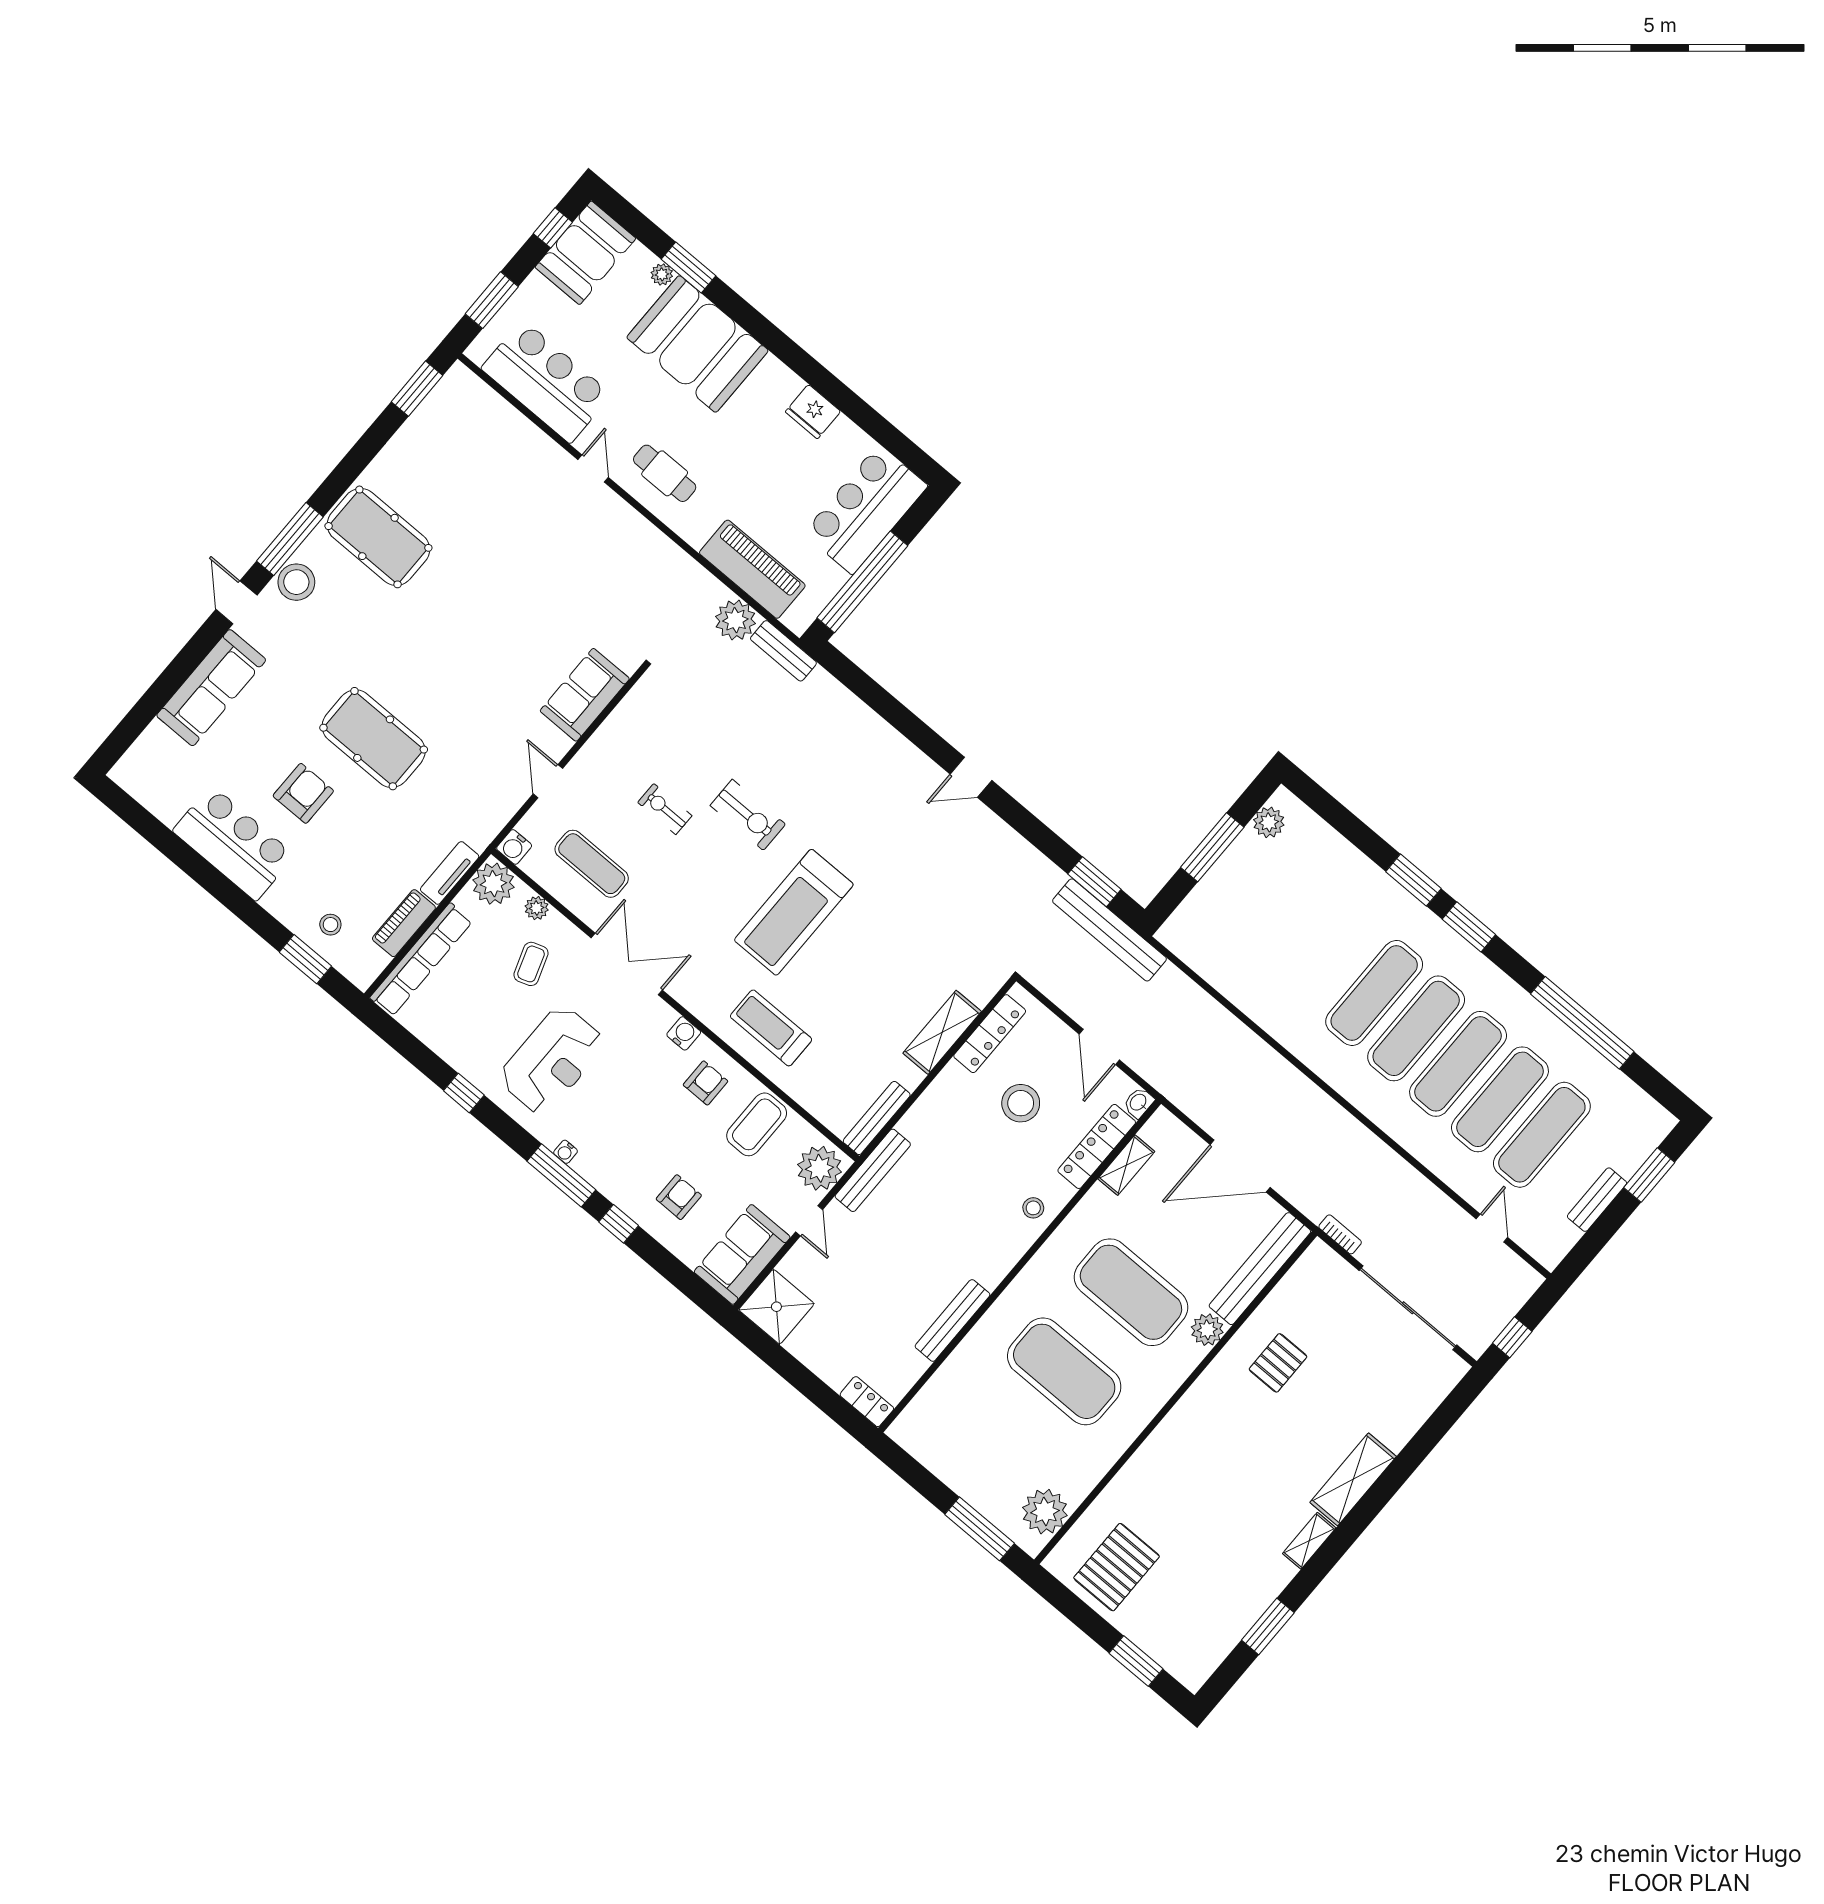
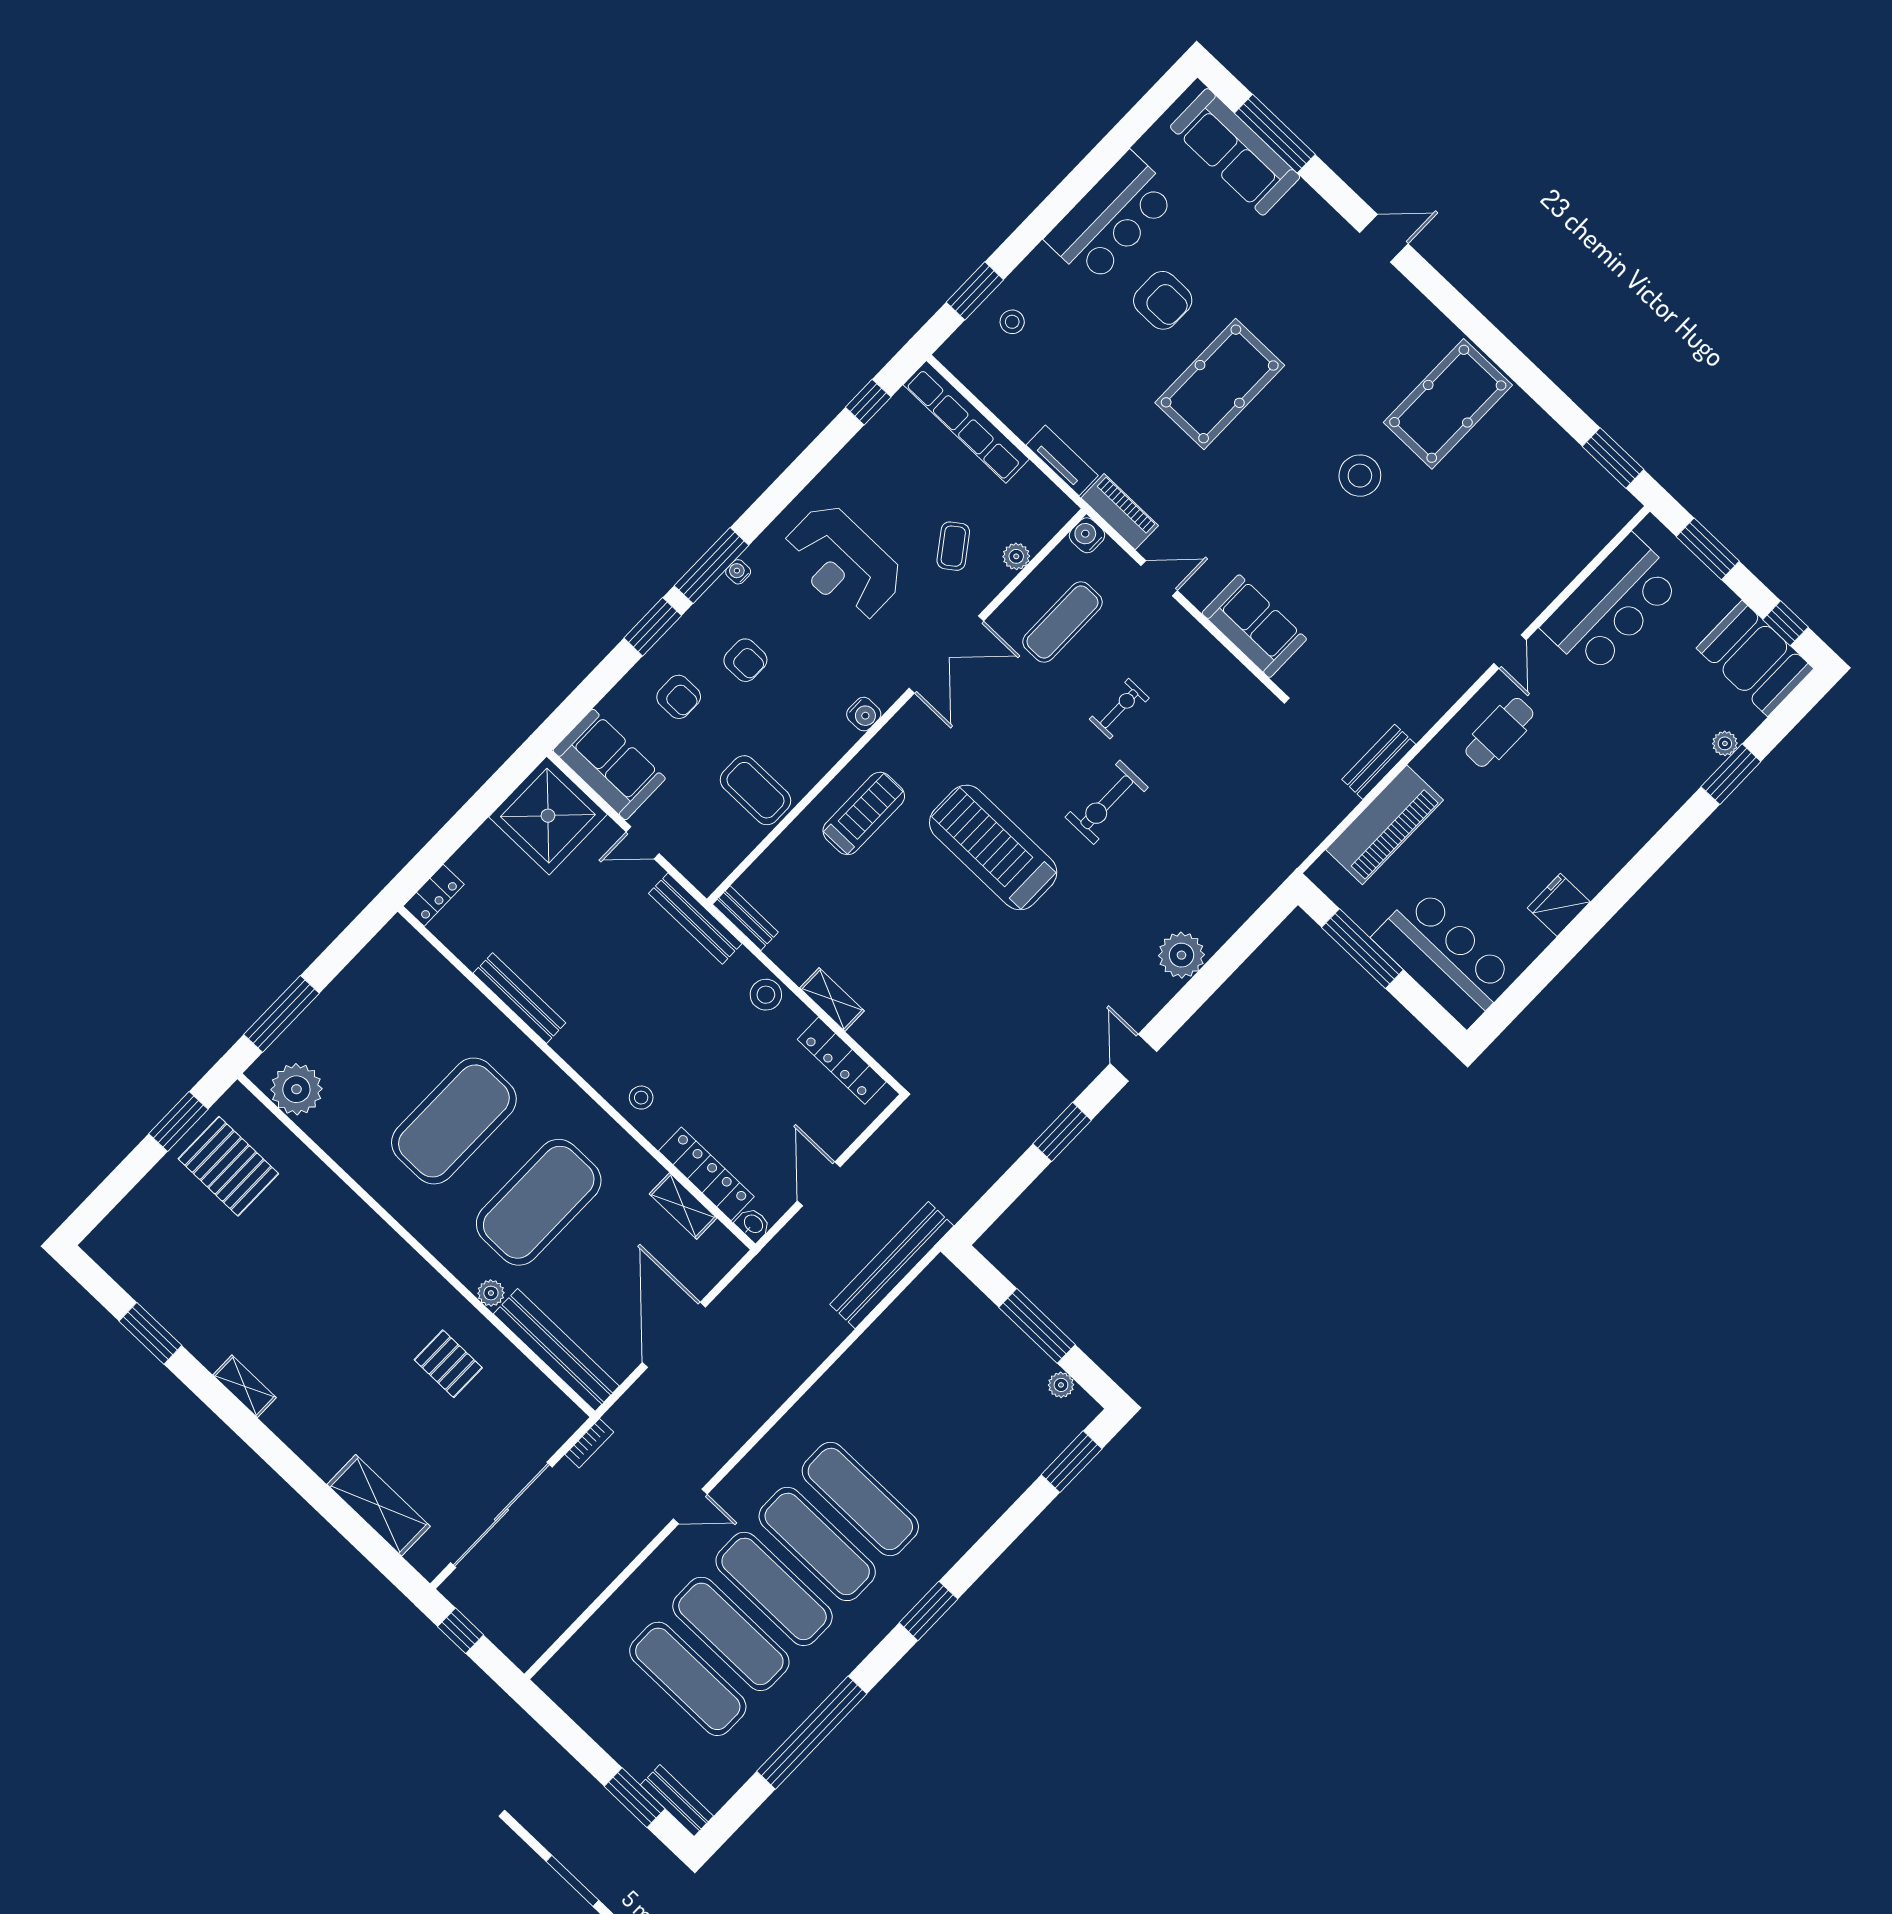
booth: (697, 344) -> (1644, 779), removed
door: (593, 468) -> (1510, 652), hinge flipped
window: (290, 539) -> (1275, 134), moved
stool: (296, 582) -> (1360, 476), moved
window: (862, 582) -> (1362, 949), width x0.68
plant: (735, 620) -> (1181, 955), moved
bench: (783, 651) -> (1379, 762), moved
sofa: (211, 688) -> (1235, 152), moved
plant: (1269, 822) -> (1061, 1385), width x0.73, depth x0.73
window: (1413, 880) -> (1072, 1462), moved
window: (1094, 882) -> (1062, 1132), moved
plant: (493, 884) -> (1047, 509), removed
piano: (404, 923) -> (1120, 512), moved
bench: (1109, 930) -> (892, 1265), moved
coffee table: (531, 964) -> (953, 546), turned 73
shelving: (942, 1032) -> (832, 999), width x0.67, depth x0.75
door: (1099, 1047) -> (819, 1184), hinge flipped
armchair: (705, 1083) -> (745, 660), moved
window: (464, 1093) -> (868, 402), moved
stool: (1021, 1103) -> (766, 995), moved, width x0.73, depth x0.73
bench: (877, 1118) -> (745, 918), width x0.73
plant: (820, 1168) -> (701, 858), removed
bench: (1597, 1200) -> (677, 1800), moved
window: (619, 1224) -> (653, 627), width x1.50
door: (1492, 1228) -> (690, 1507), moved
shower: (776, 1307) -> (548, 816), width x1.37, depth x1.37
plant: (1207, 1330) -> (491, 1293), width x0.73, depth x0.73
shelving: (1353, 1479) -> (379, 1505), moved
window: (1136, 1661) -> (178, 1121), moved

